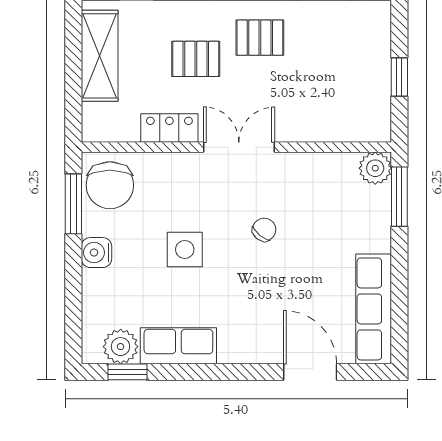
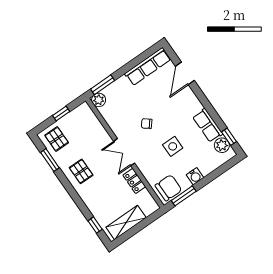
pallet: (196, 59) -> (57, 139), moved

